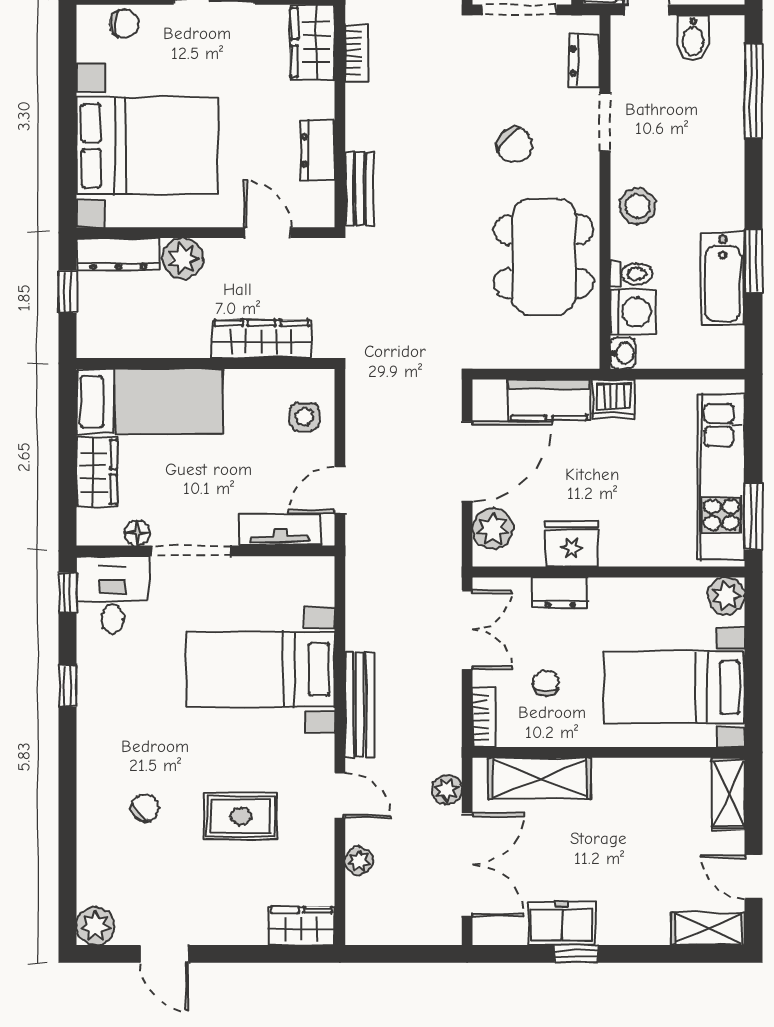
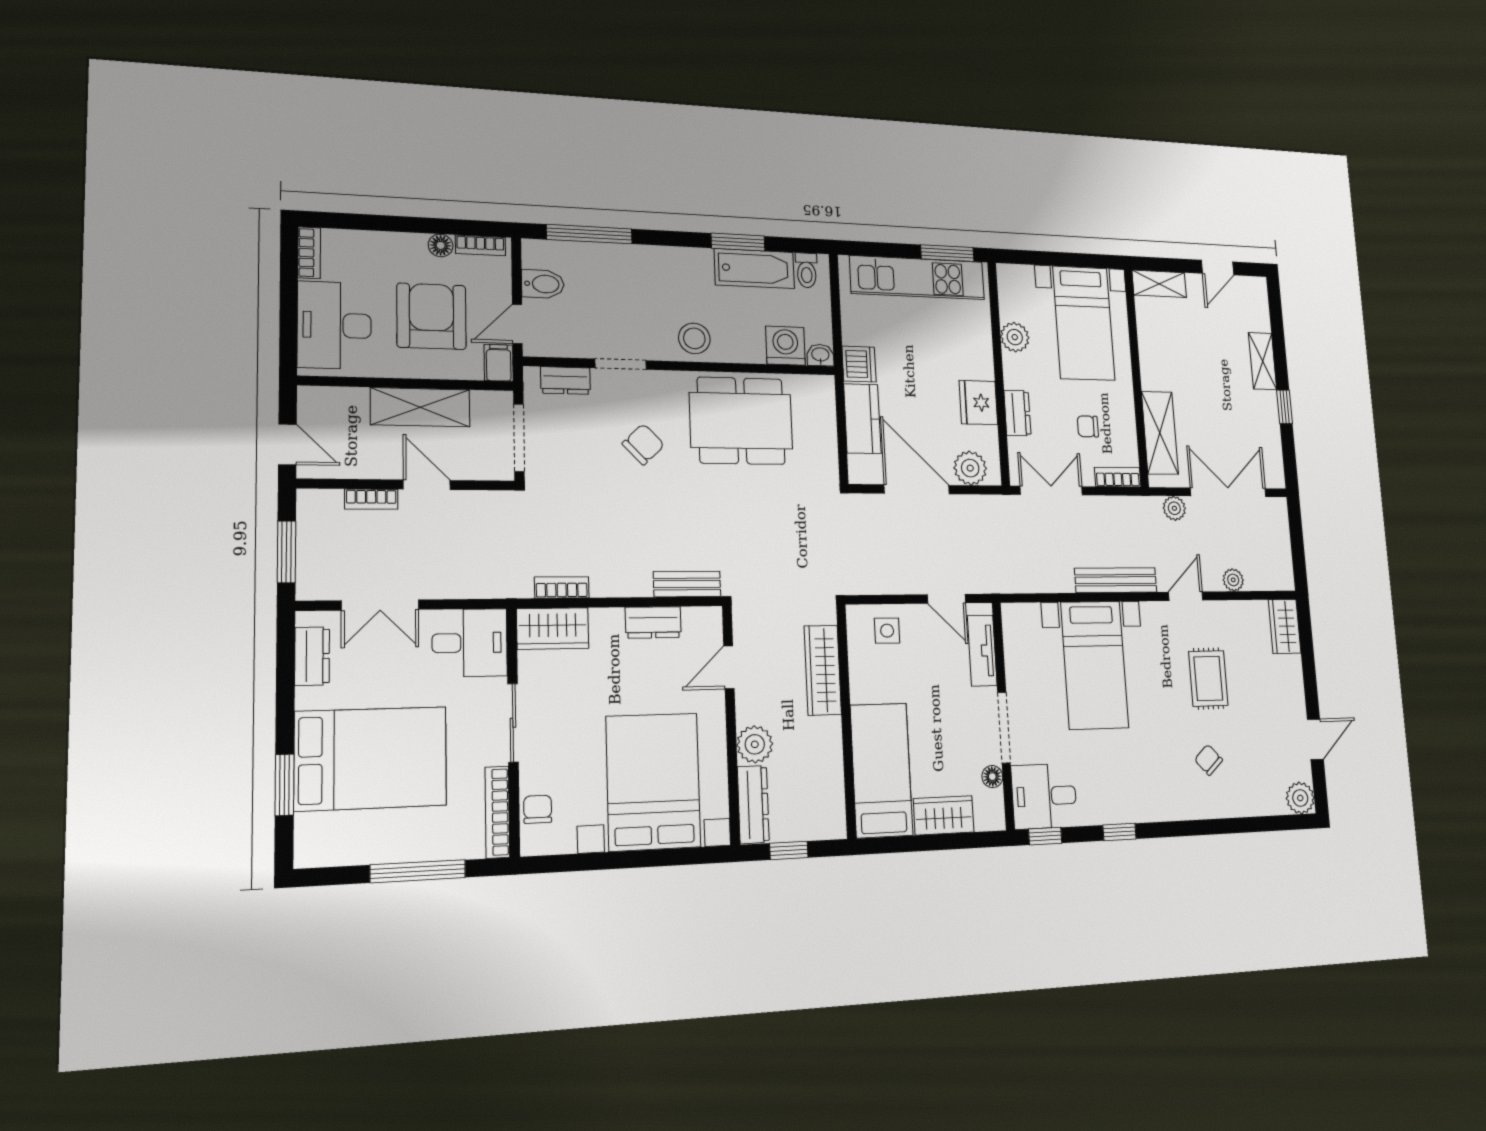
toilet: (631, 274) -> (807, 270), moved, turned 180
plant: (726, 596) -> (1015, 337), moved
freezer: (562, 923) -> (1264, 418), removed
shelving: (708, 929) -> (1263, 361), moved

